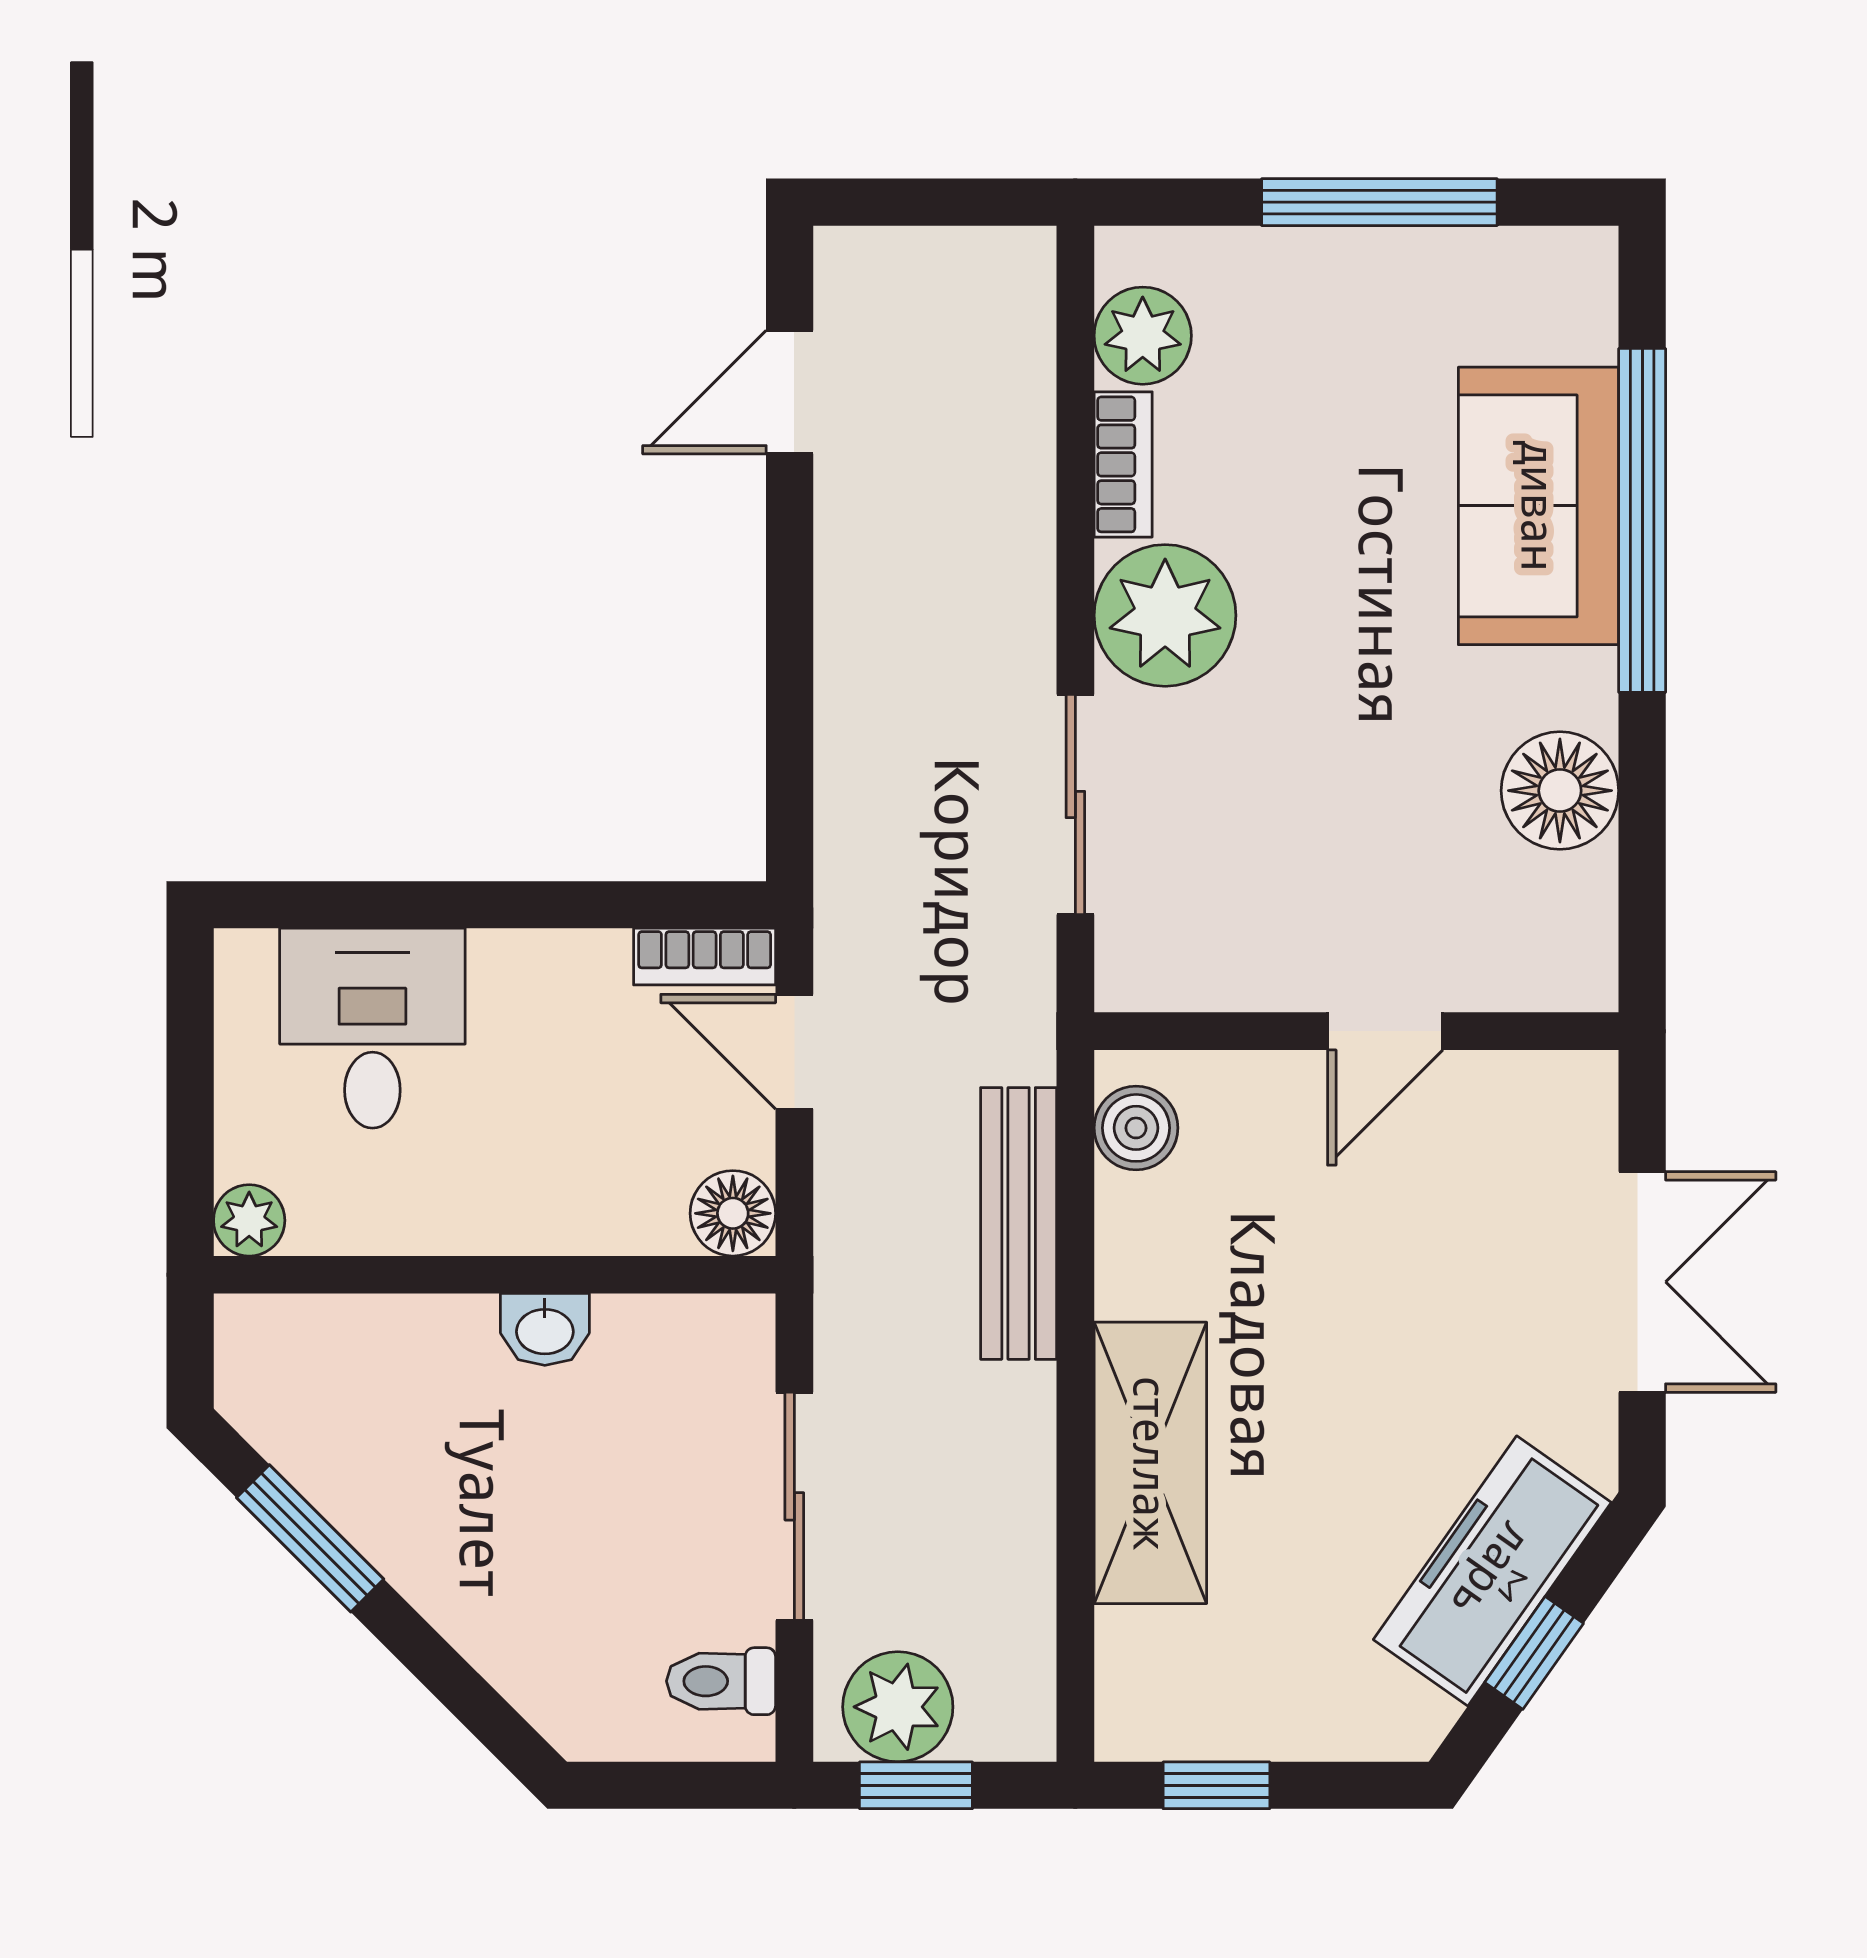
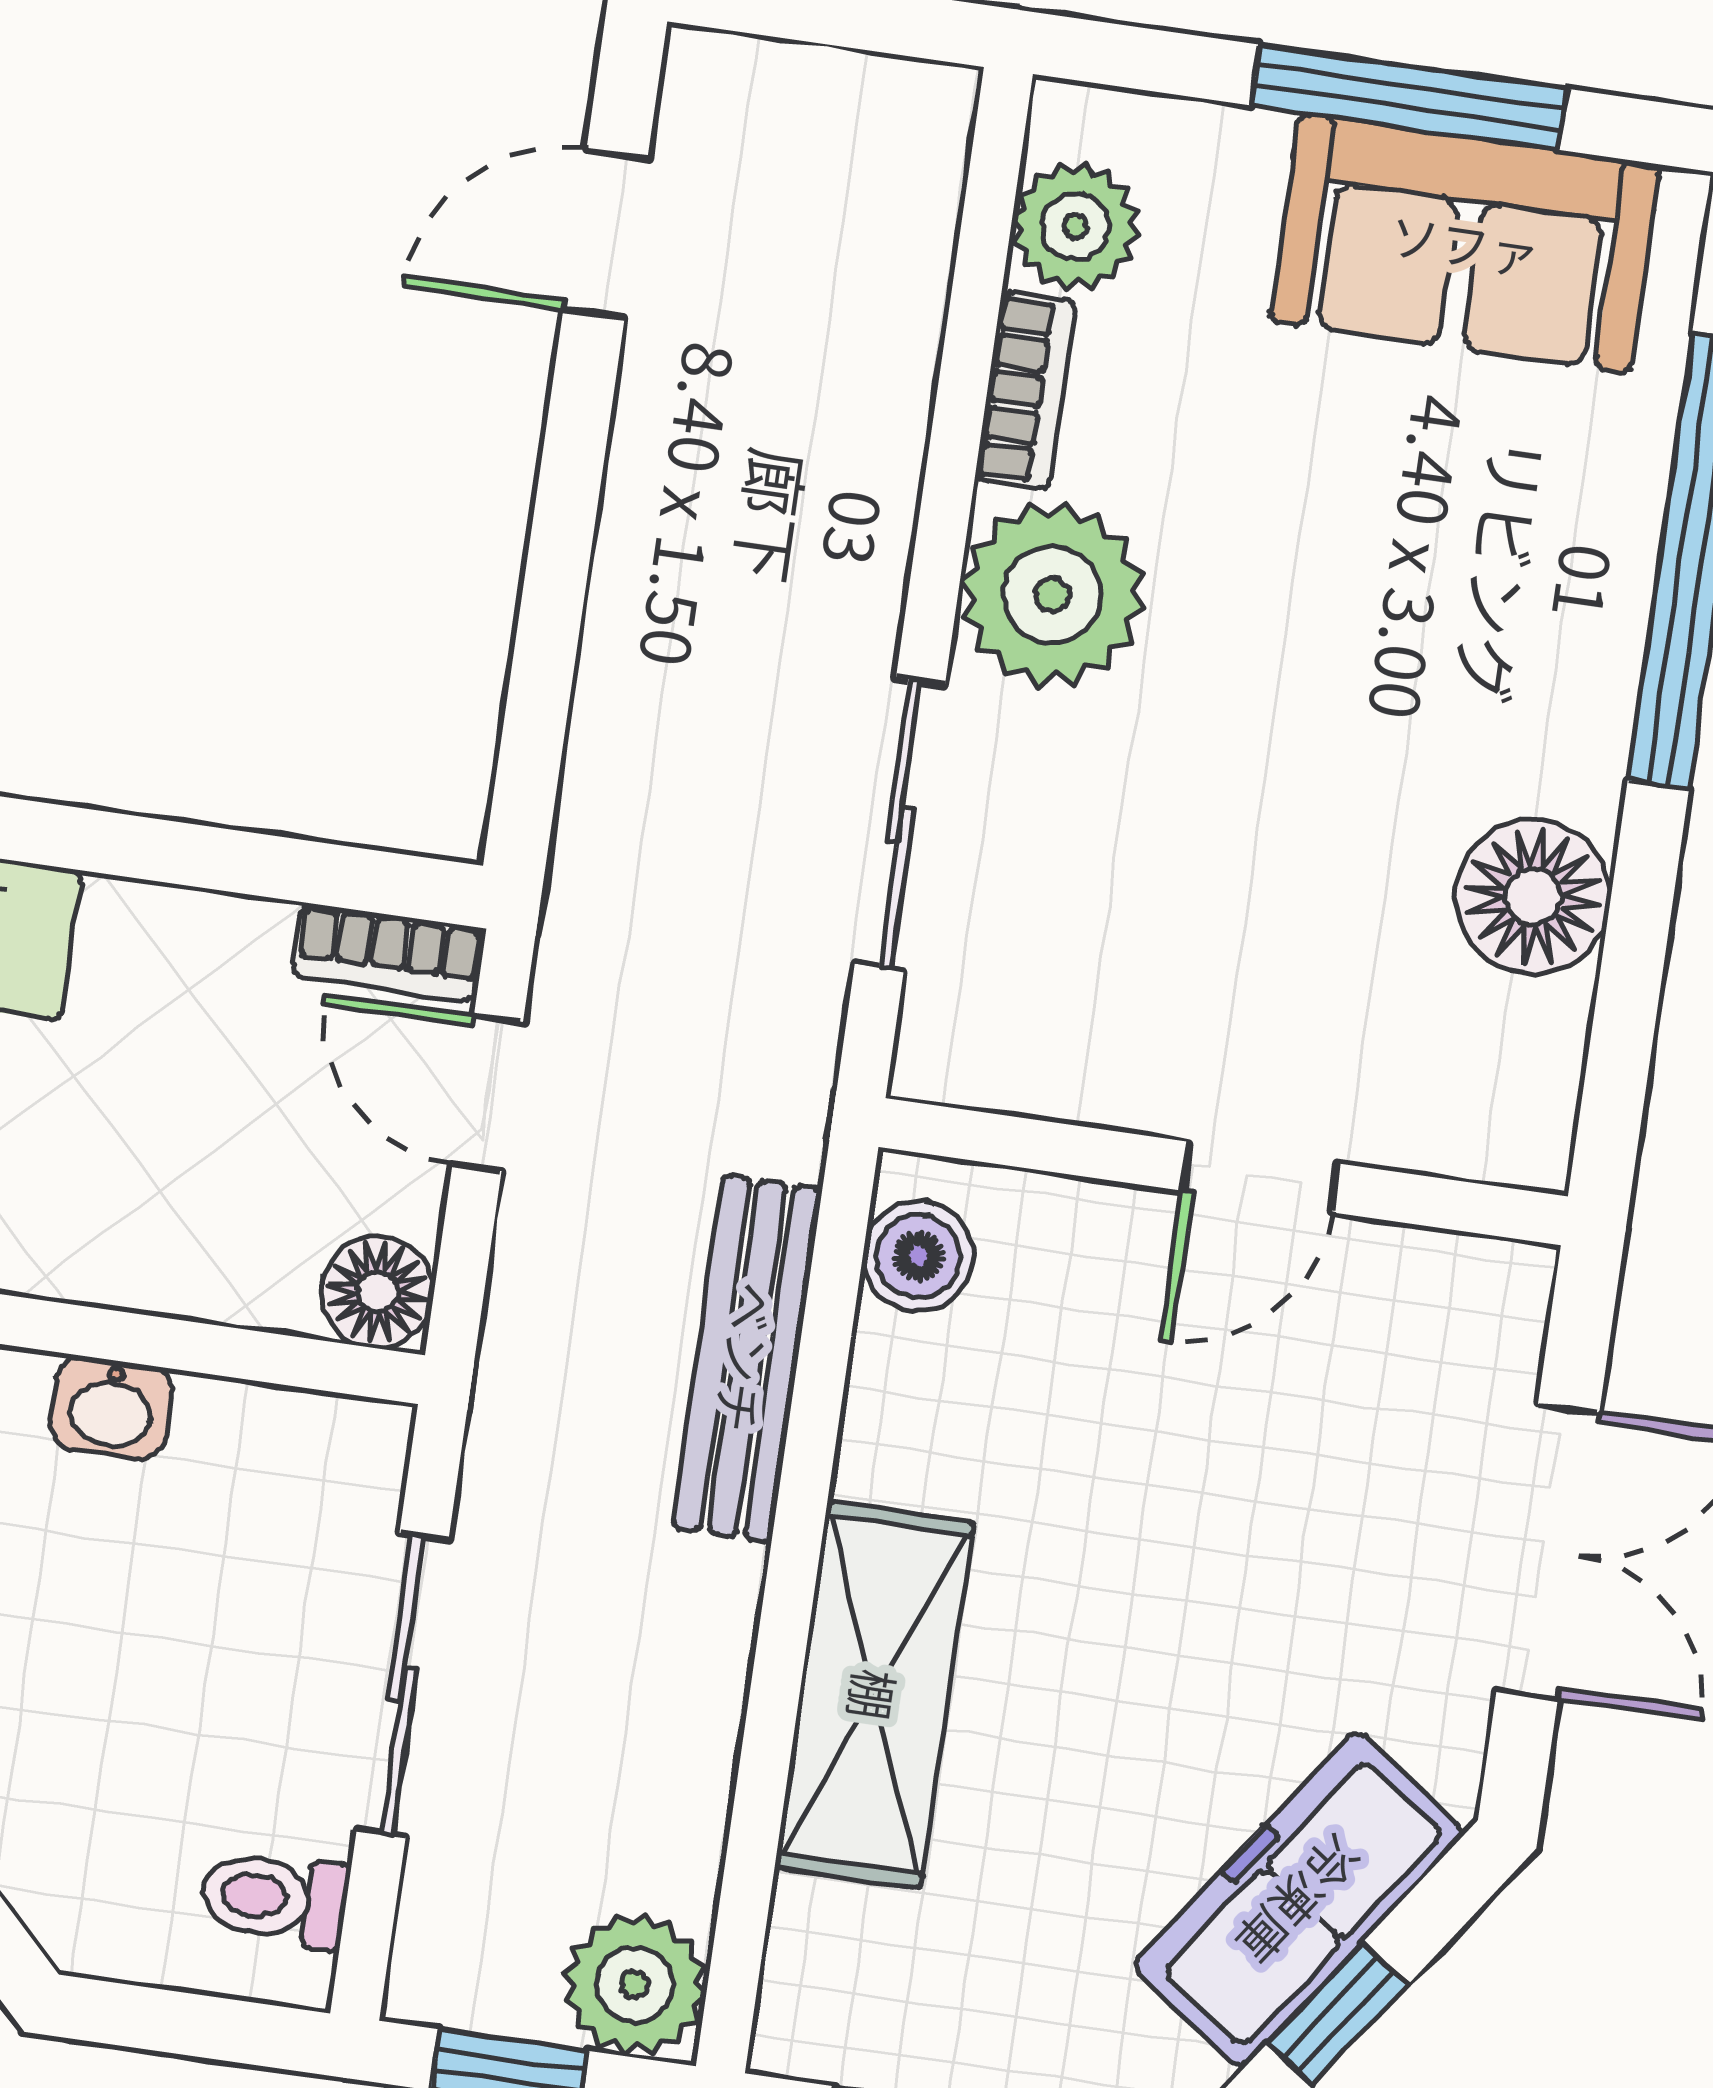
sofa: (1538, 506) -> (1465, 243), moved, turned -90
plant: (898, 1707) -> (635, 1984), moved

